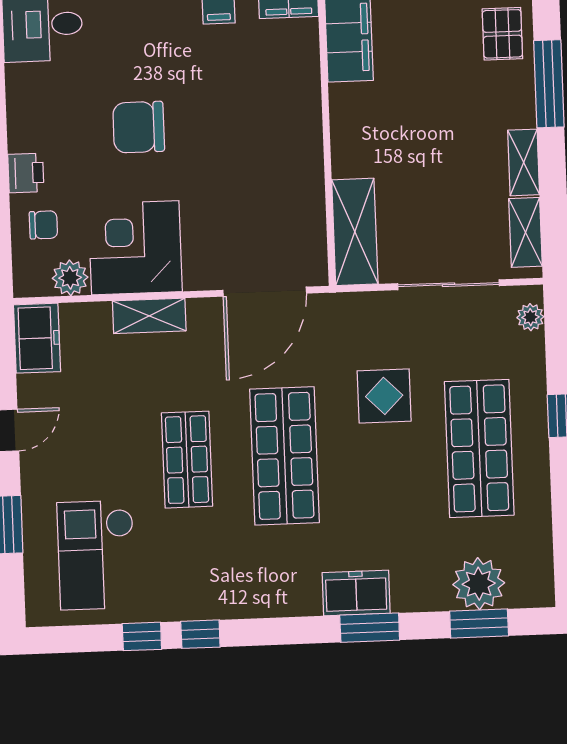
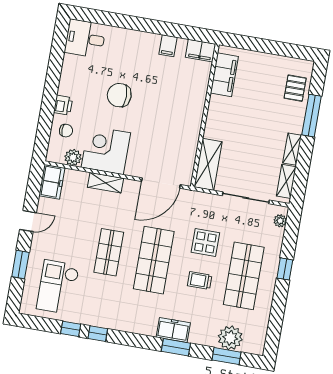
trolley: (389, 478) -> (200, 280), added

